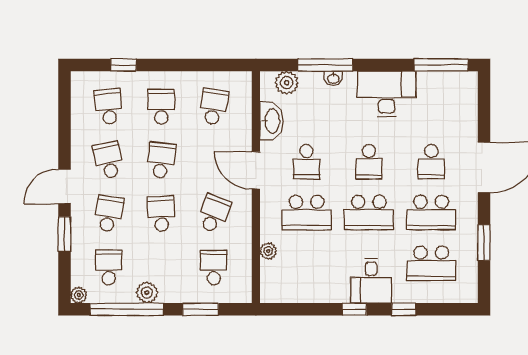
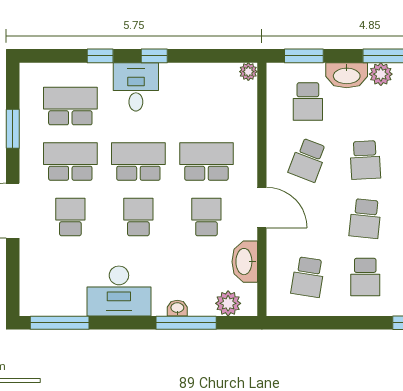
plant: (268, 251) -> (248, 72), moved
washbasin: (178, 292) -> (347, 75), added
window: (200, 309) -> (304, 56), moved

